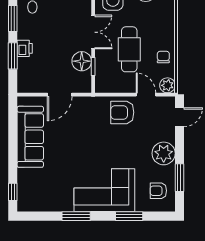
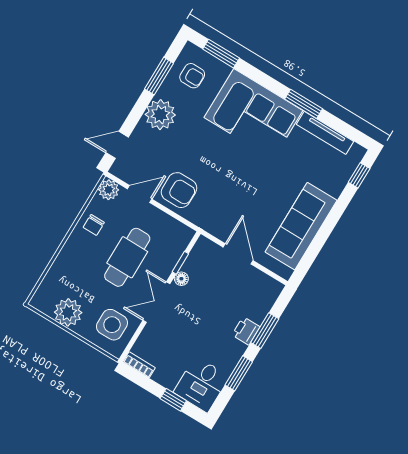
floor lamp: (82, 61) -> (181, 279), width x0.53, depth x0.53
door: (60, 95) -> (238, 254), hinge flipped
door: (146, 95) -> (140, 194), swing flipped
tv unit: (51, 206) -> (325, 133), added
window: (129, 216) -> (221, 54), moved

